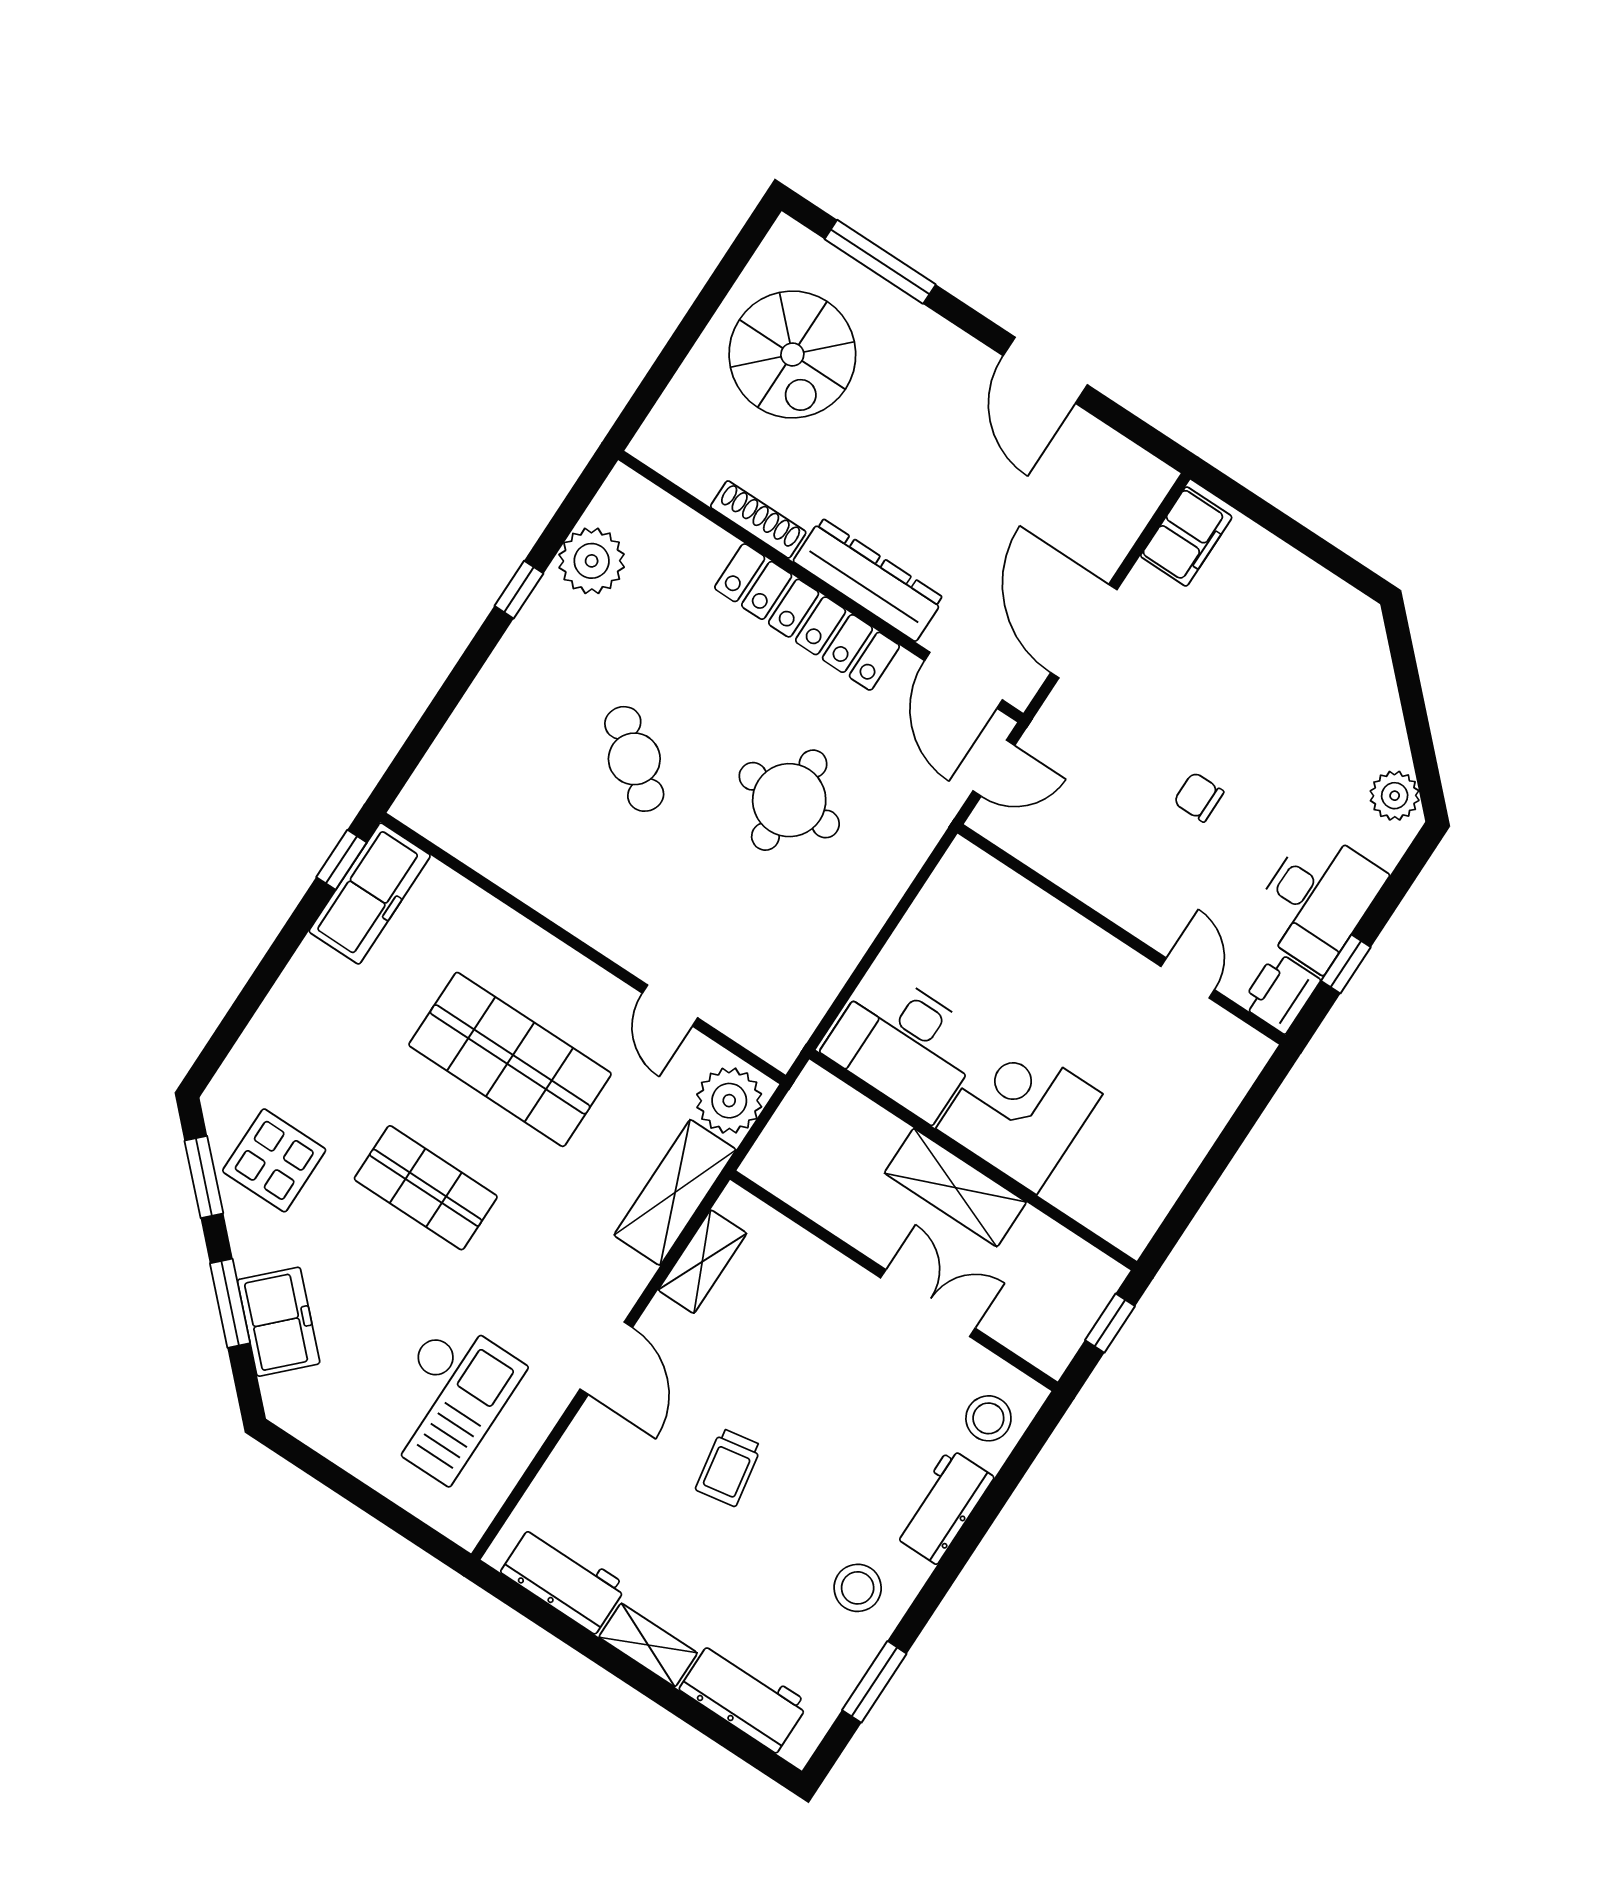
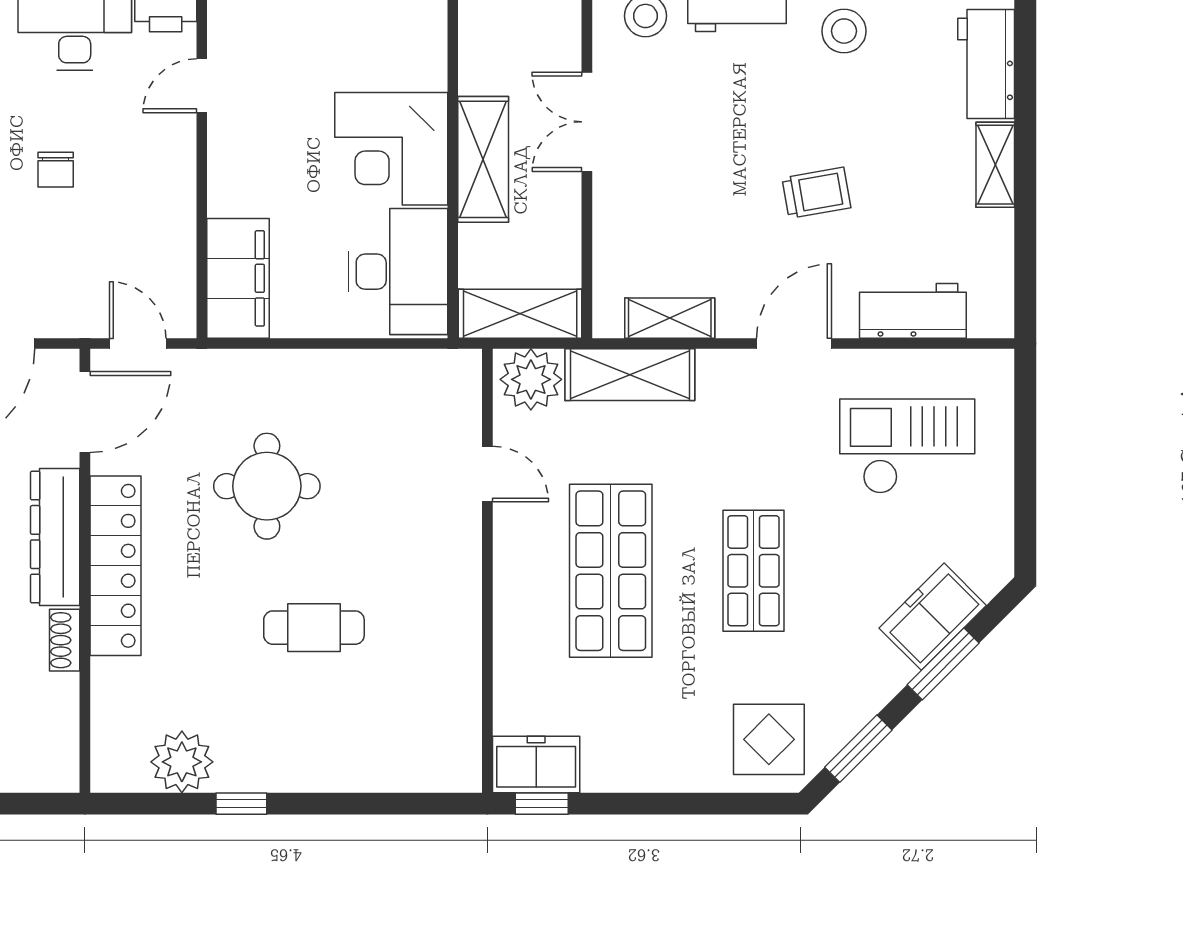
shoe rack: (758, 519) -> (65, 640), width x0.70
cafe table: (634, 759) -> (314, 628), turned 51
freezer: (370, 893) -> (536, 764), width x0.71
filing cabinet: (993, 897) -> (238, 278), added
door: (670, 1006) -> (487, 474), hinge flipped
shelving: (795, 1130) -> (520, 314), added
display table: (274, 1160) -> (769, 739), moved
workbench: (564, 1579) -> (913, 311), moved, turned 90

